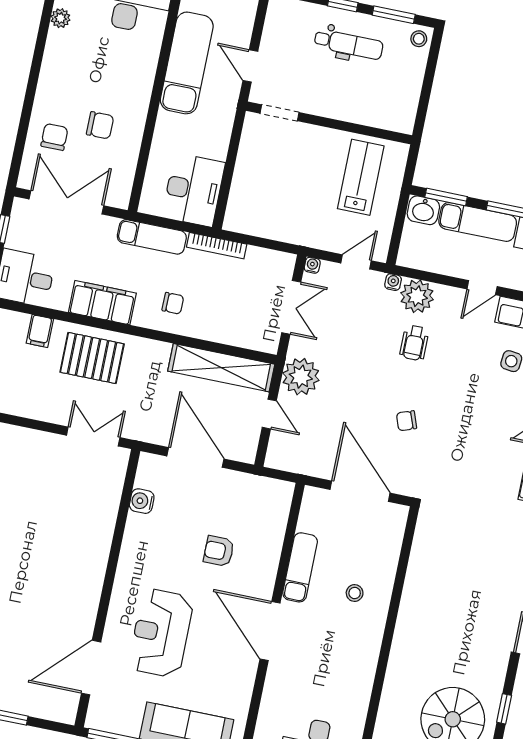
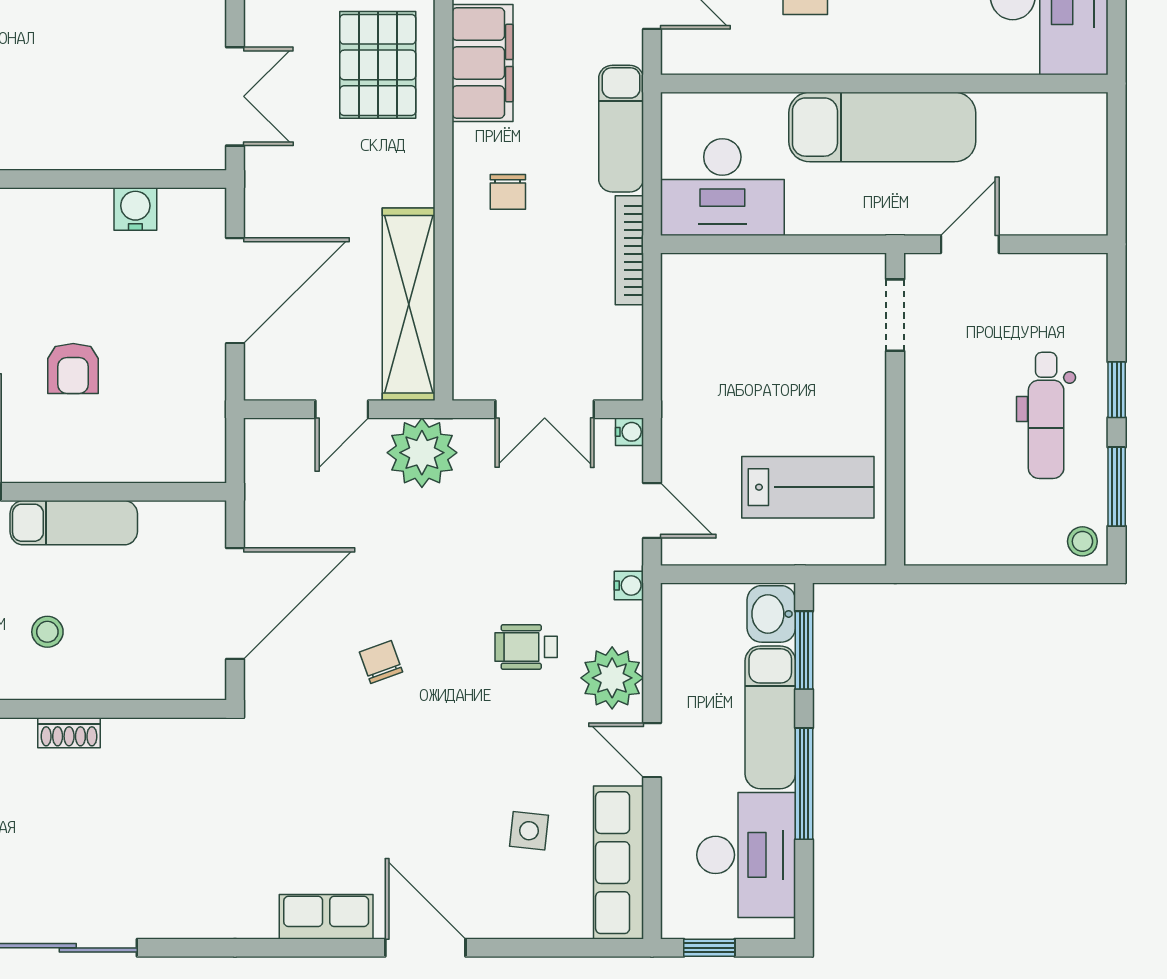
exam couch: (187, 63) -> (882, 127), moved
plant: (417, 296) -> (612, 678), moved
armchair: (219, 551) -> (73, 368), turned 180
shoe rack: (410, 593) -> (69, 733), added

